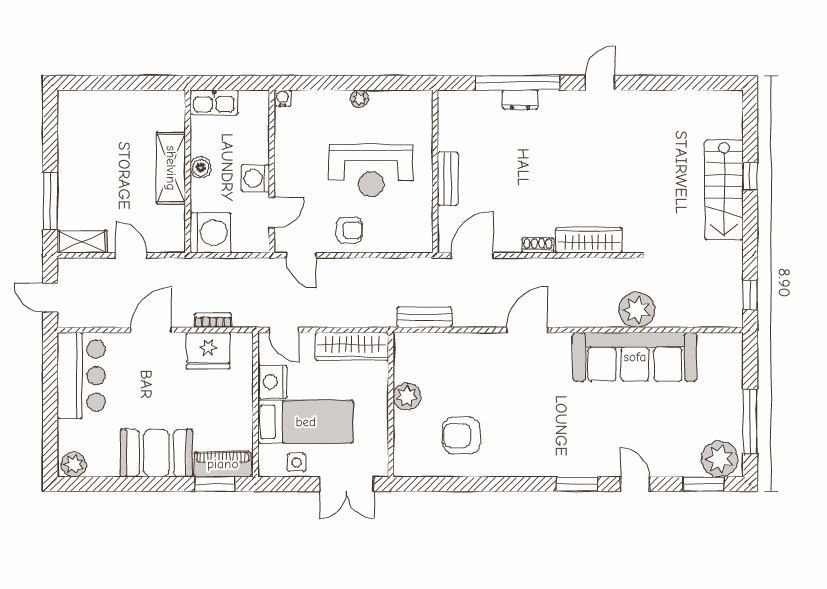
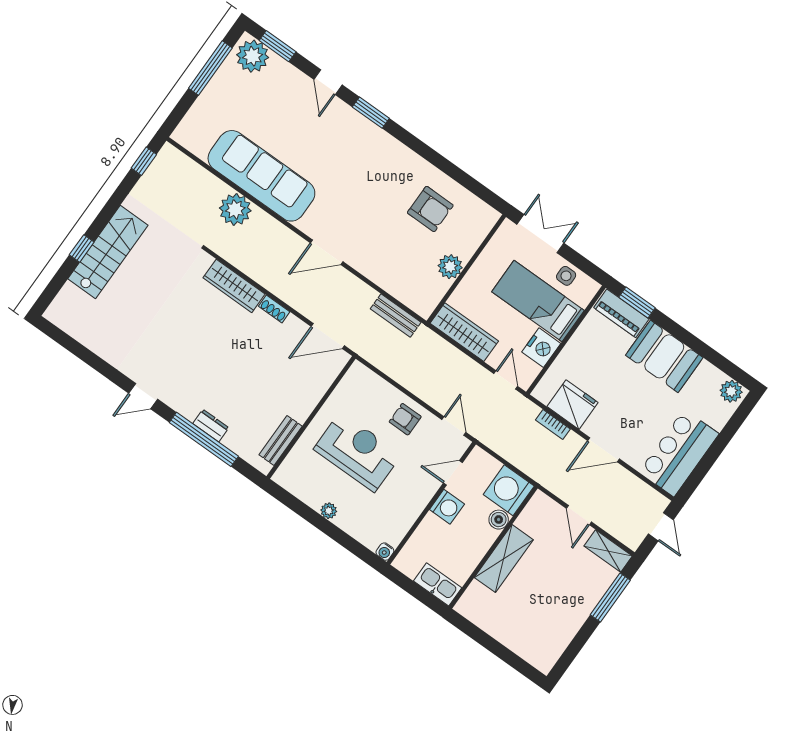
boiler: (201, 167) -> (499, 520), moved
bench: (448, 179) -> (281, 441), moved

